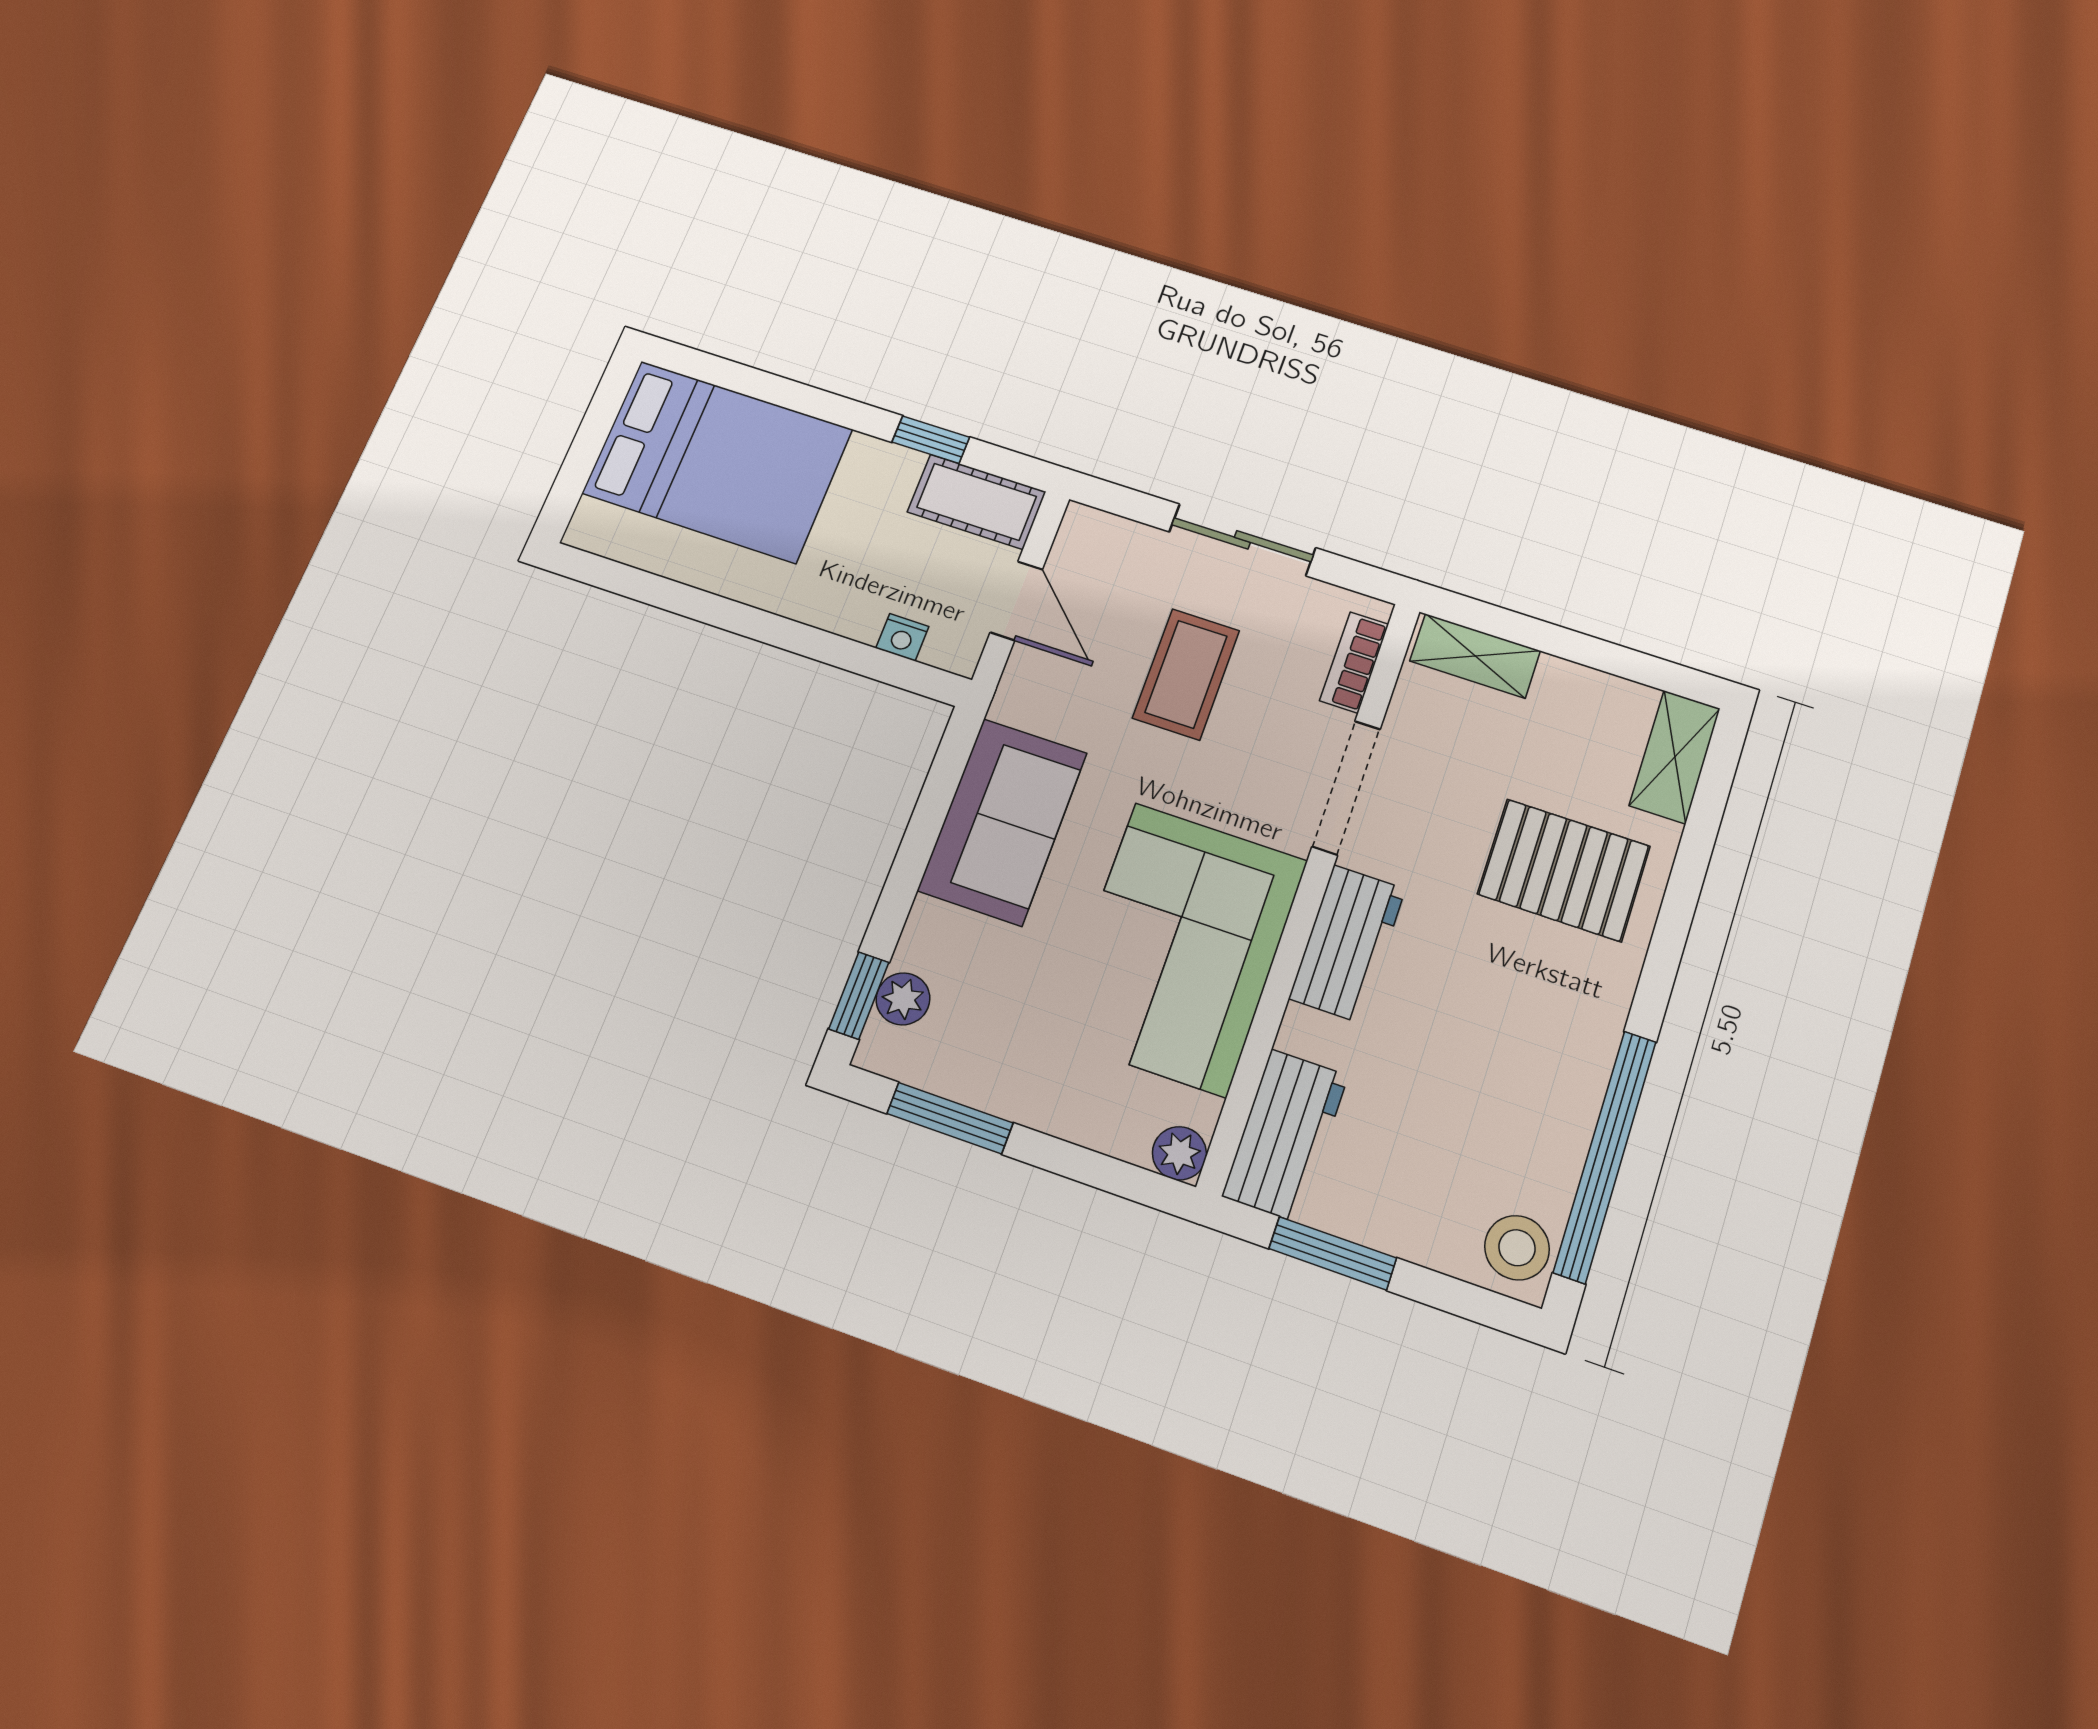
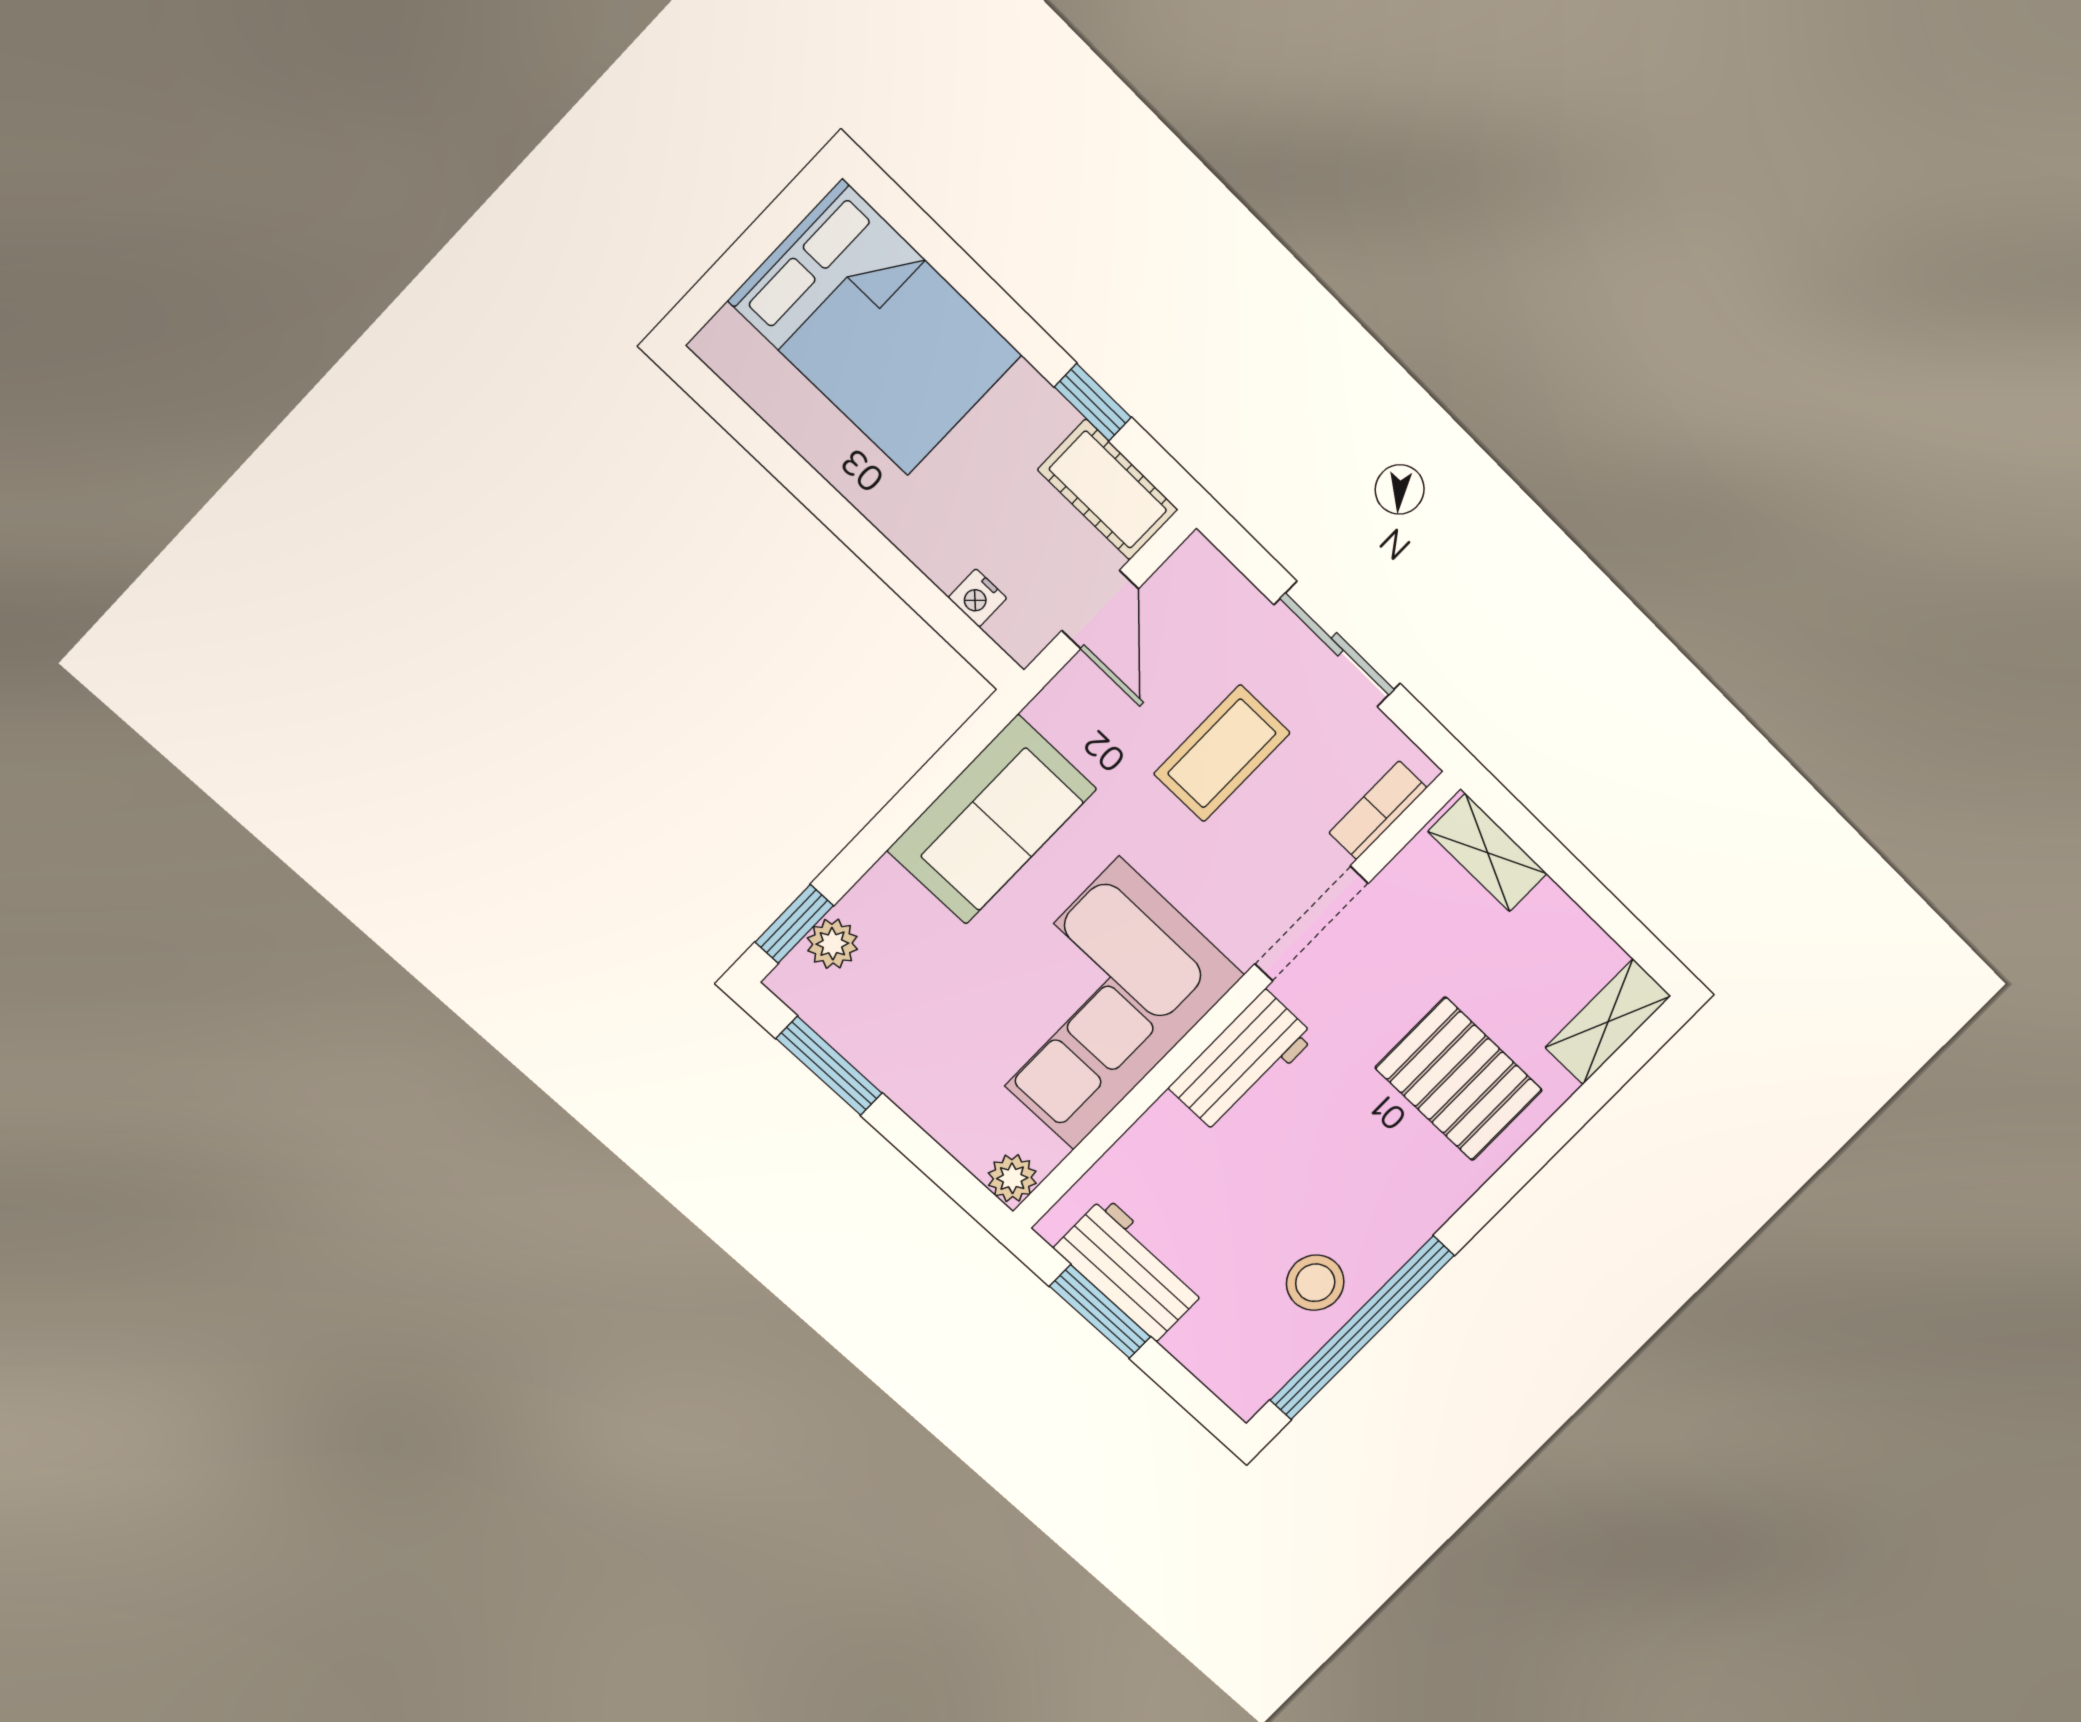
workbench: (1285, 1135) -> (1131, 1269), moved, turned -90
stool: (1517, 1248) -> (1315, 1283), moved

